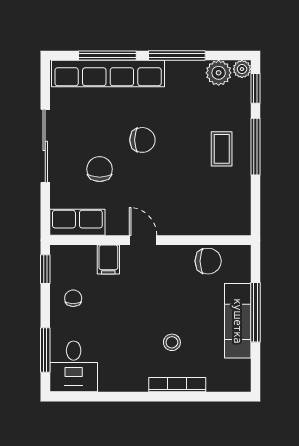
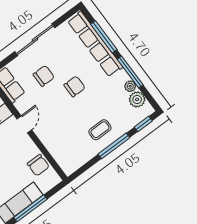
plant: (242, 69) -> (130, 86), moved
chair: (142, 140) -> (75, 86), turned -90

